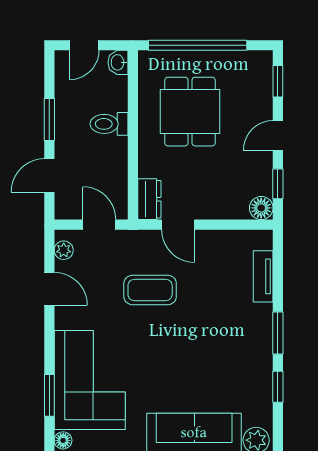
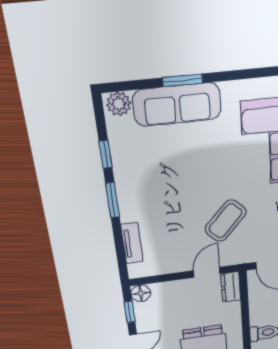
door: (178, 225) -> (207, 272), hinge flipped
coffee table: (150, 290) -> (226, 221), turned -47

